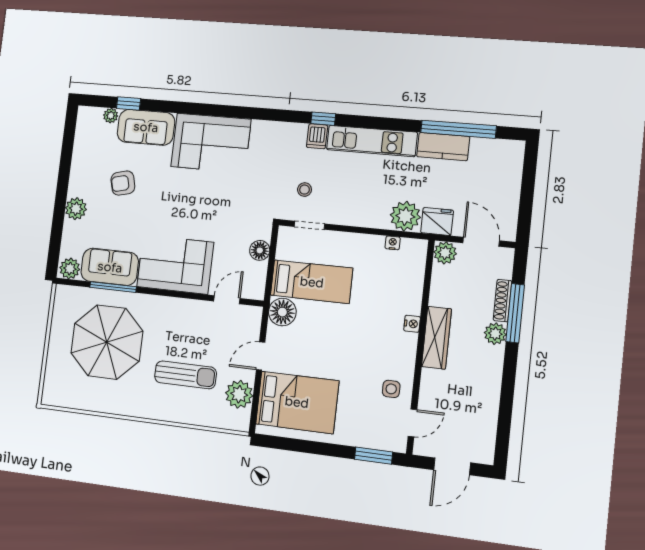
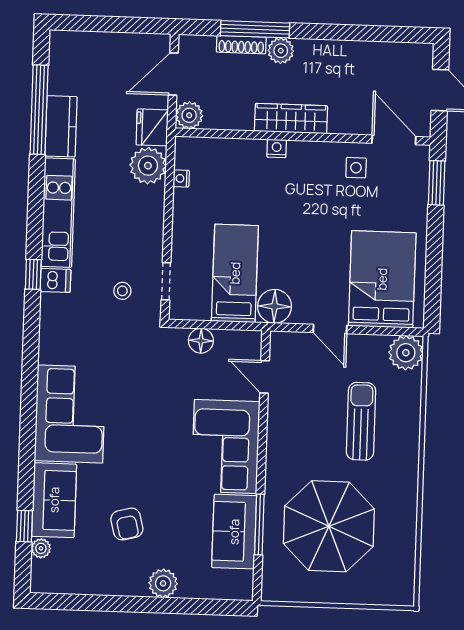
plant: (70, 269) -> (240, 584), removed
plant: (239, 394) -> (406, 353), moved
door: (412, 423) -> (394, 140), width x1.38

